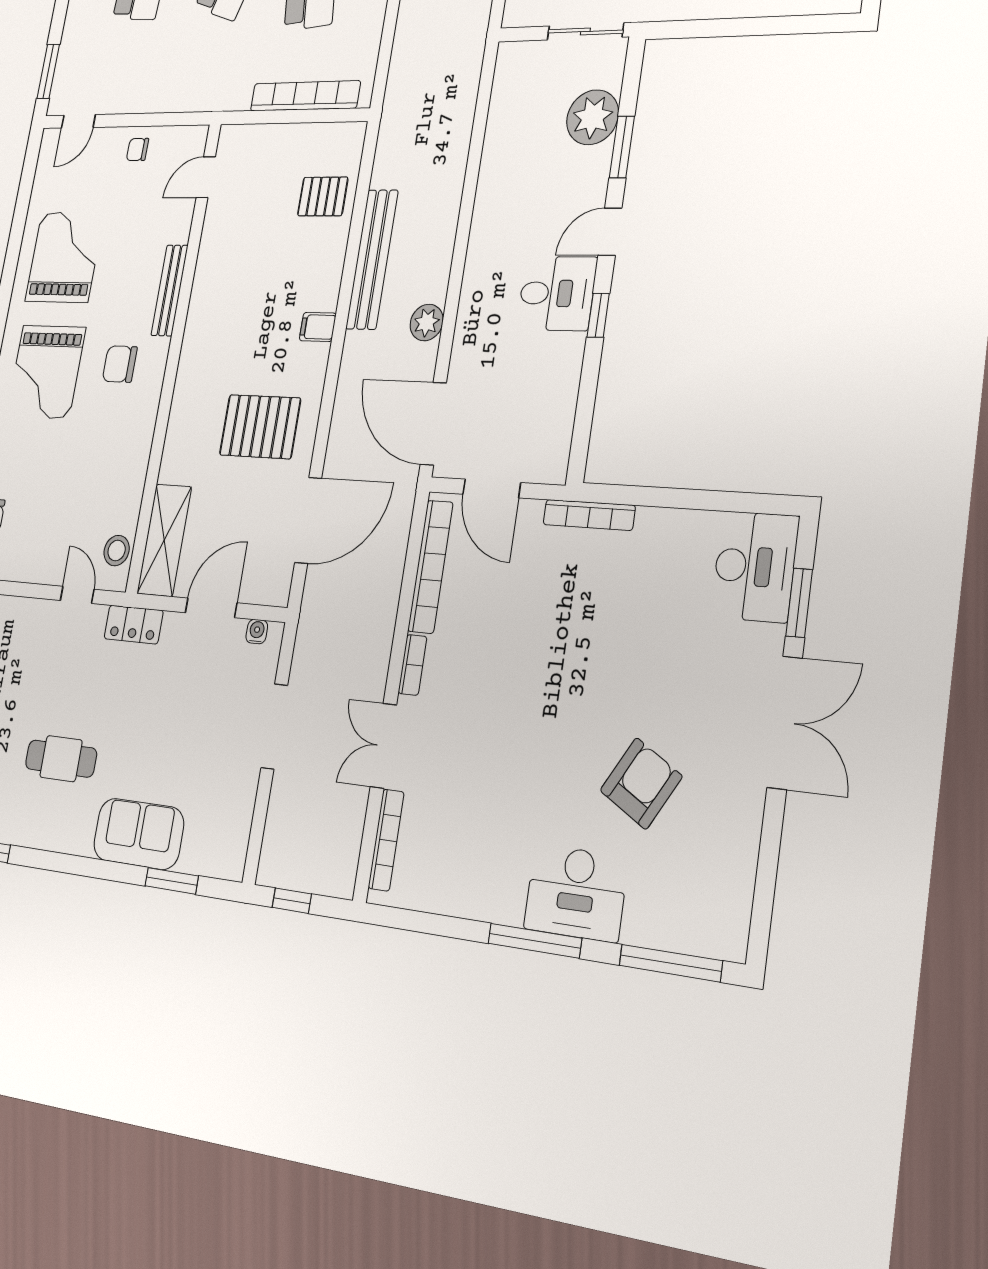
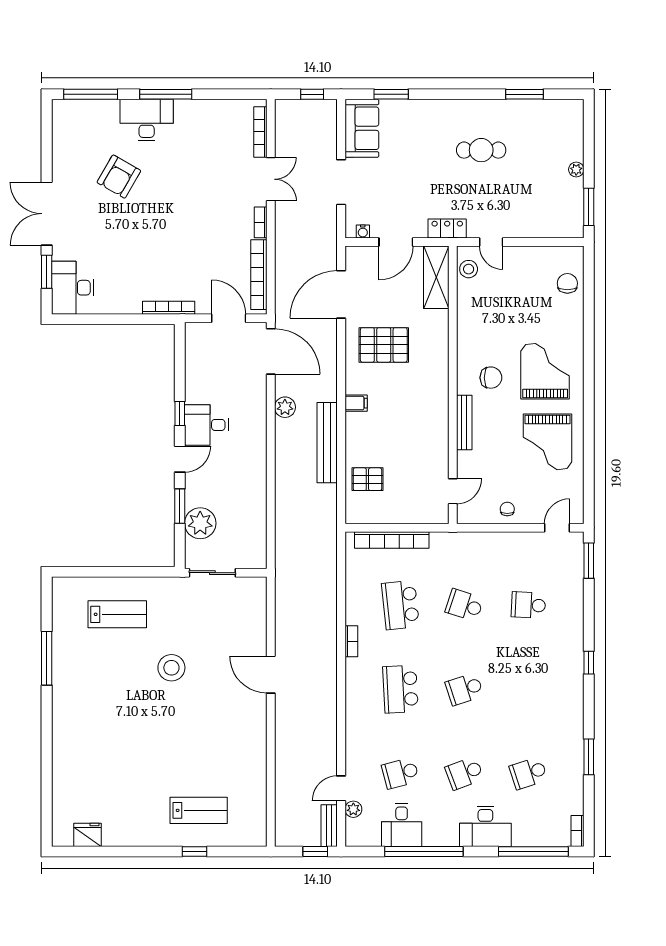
chair: (137, 149) -> (507, 509), turned -90
sofa: (139, 834) -> (362, 128), moved, turned -90

